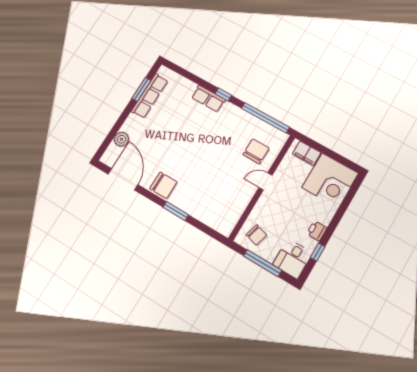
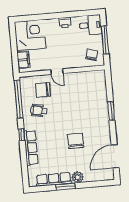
window: (141, 89) -> (66, 187), moved
row of seats: (208, 99) -> (31, 148), width x1.48
wheelchair: (236, 131) -> (39, 111), added
plant: (121, 139) -> (78, 177), moved
chair: (163, 185) -> (76, 141), moved
window: (318, 252) -> (77, 14), removed

